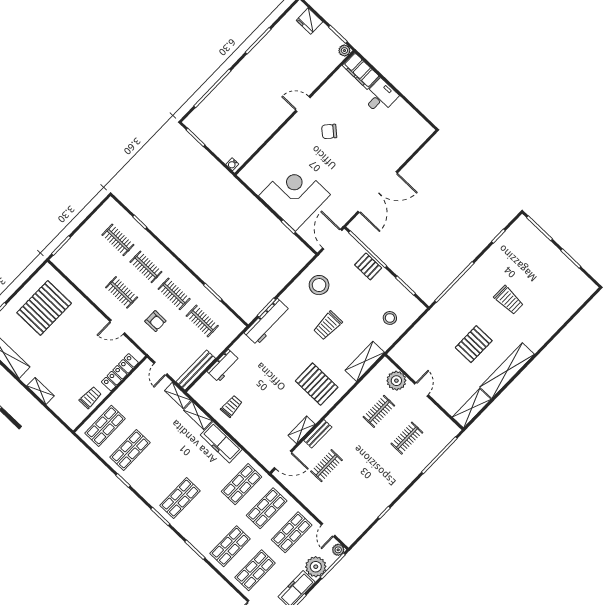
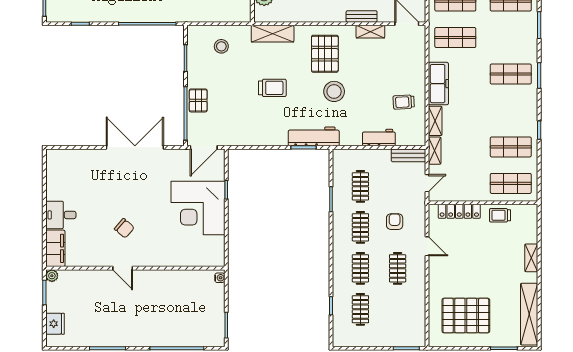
stool: (319, 285) -> (334, 91), moved
bench: (196, 370) -> (408, 155), width x0.73

